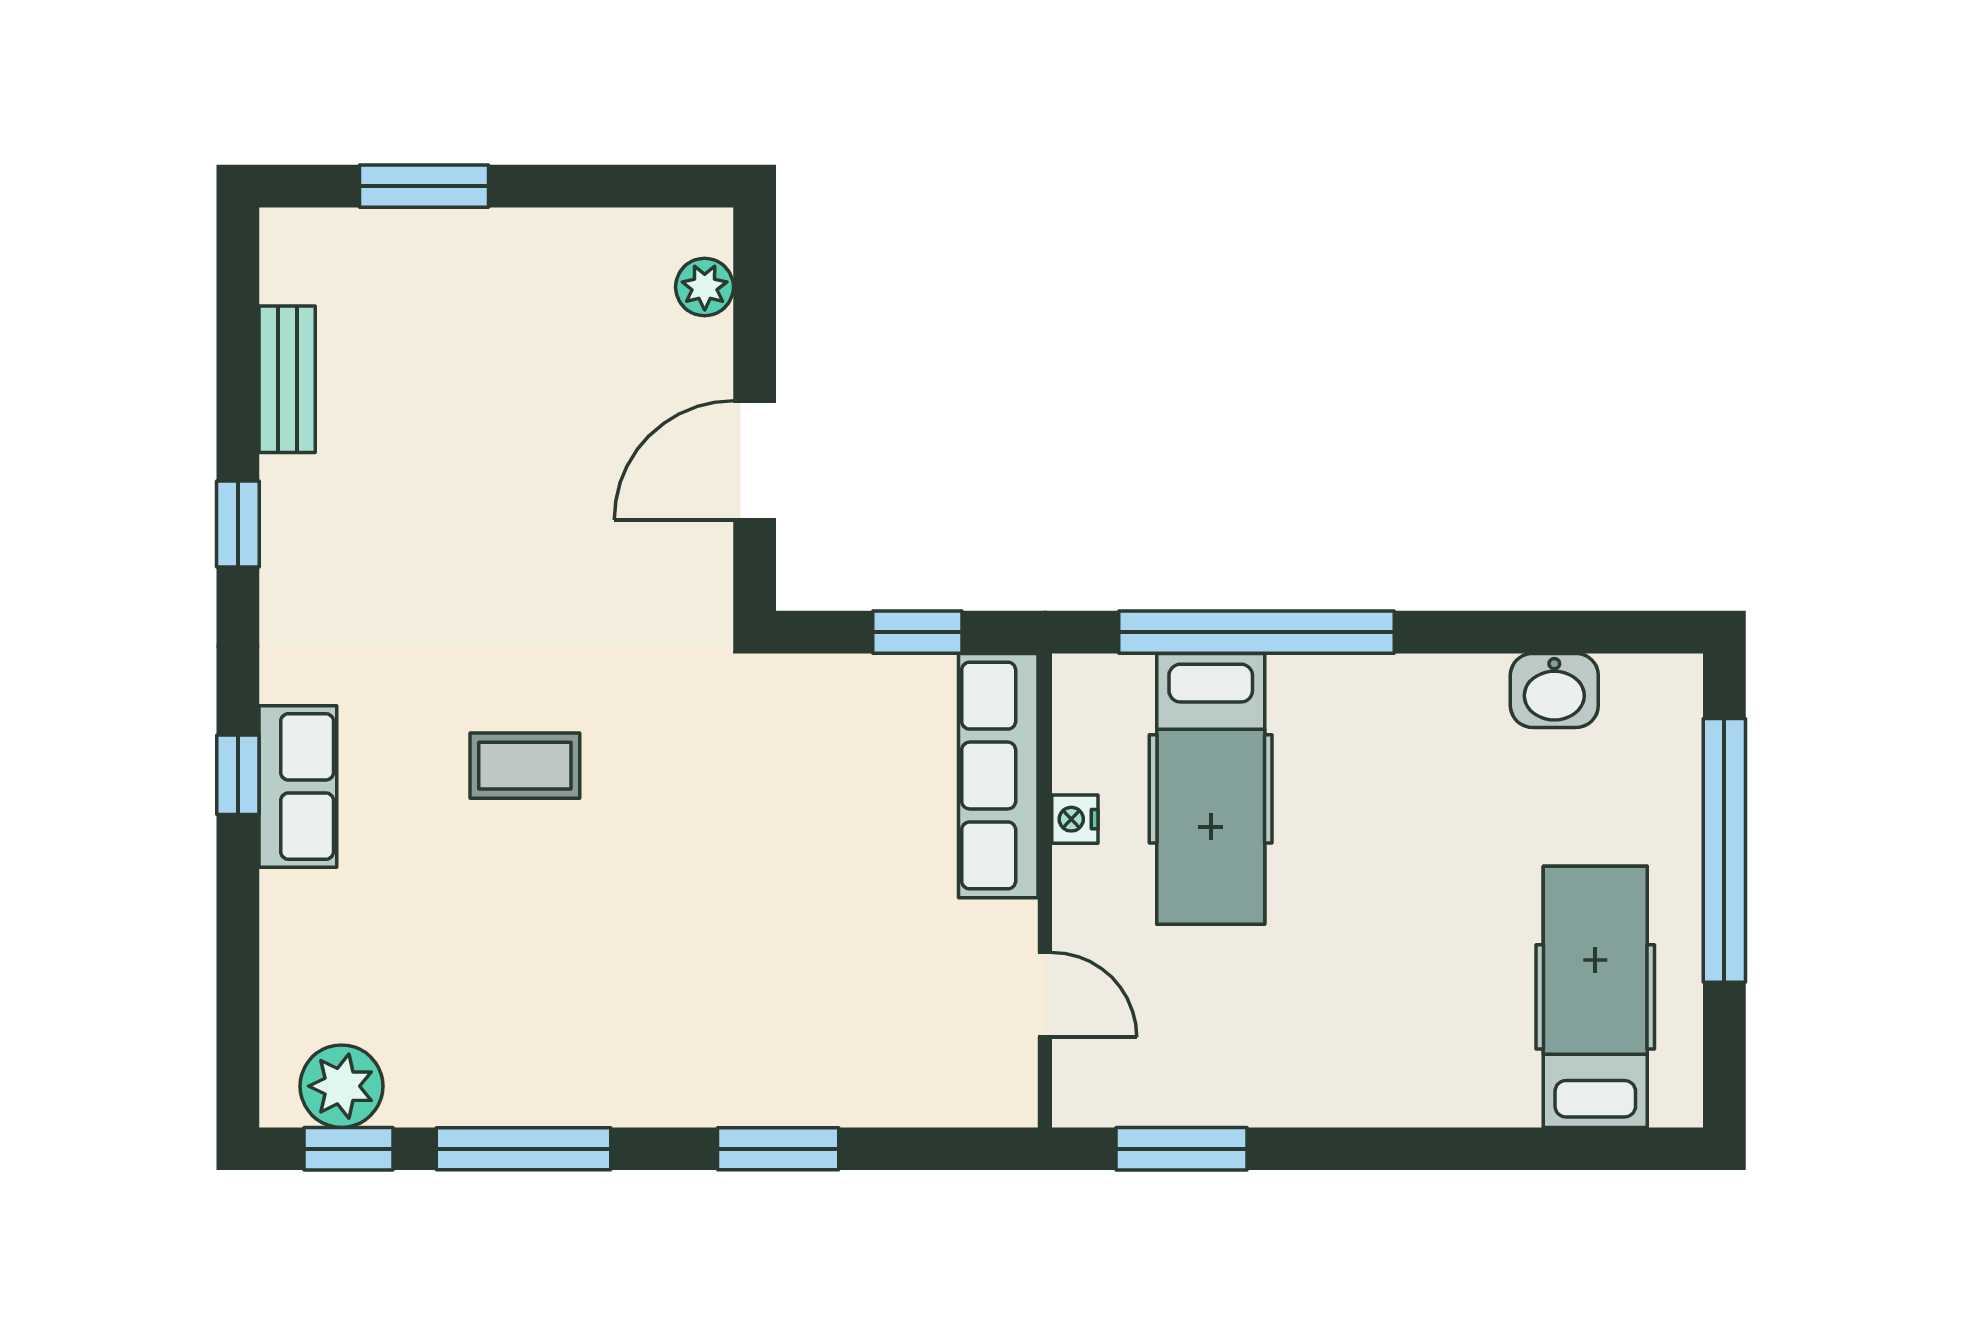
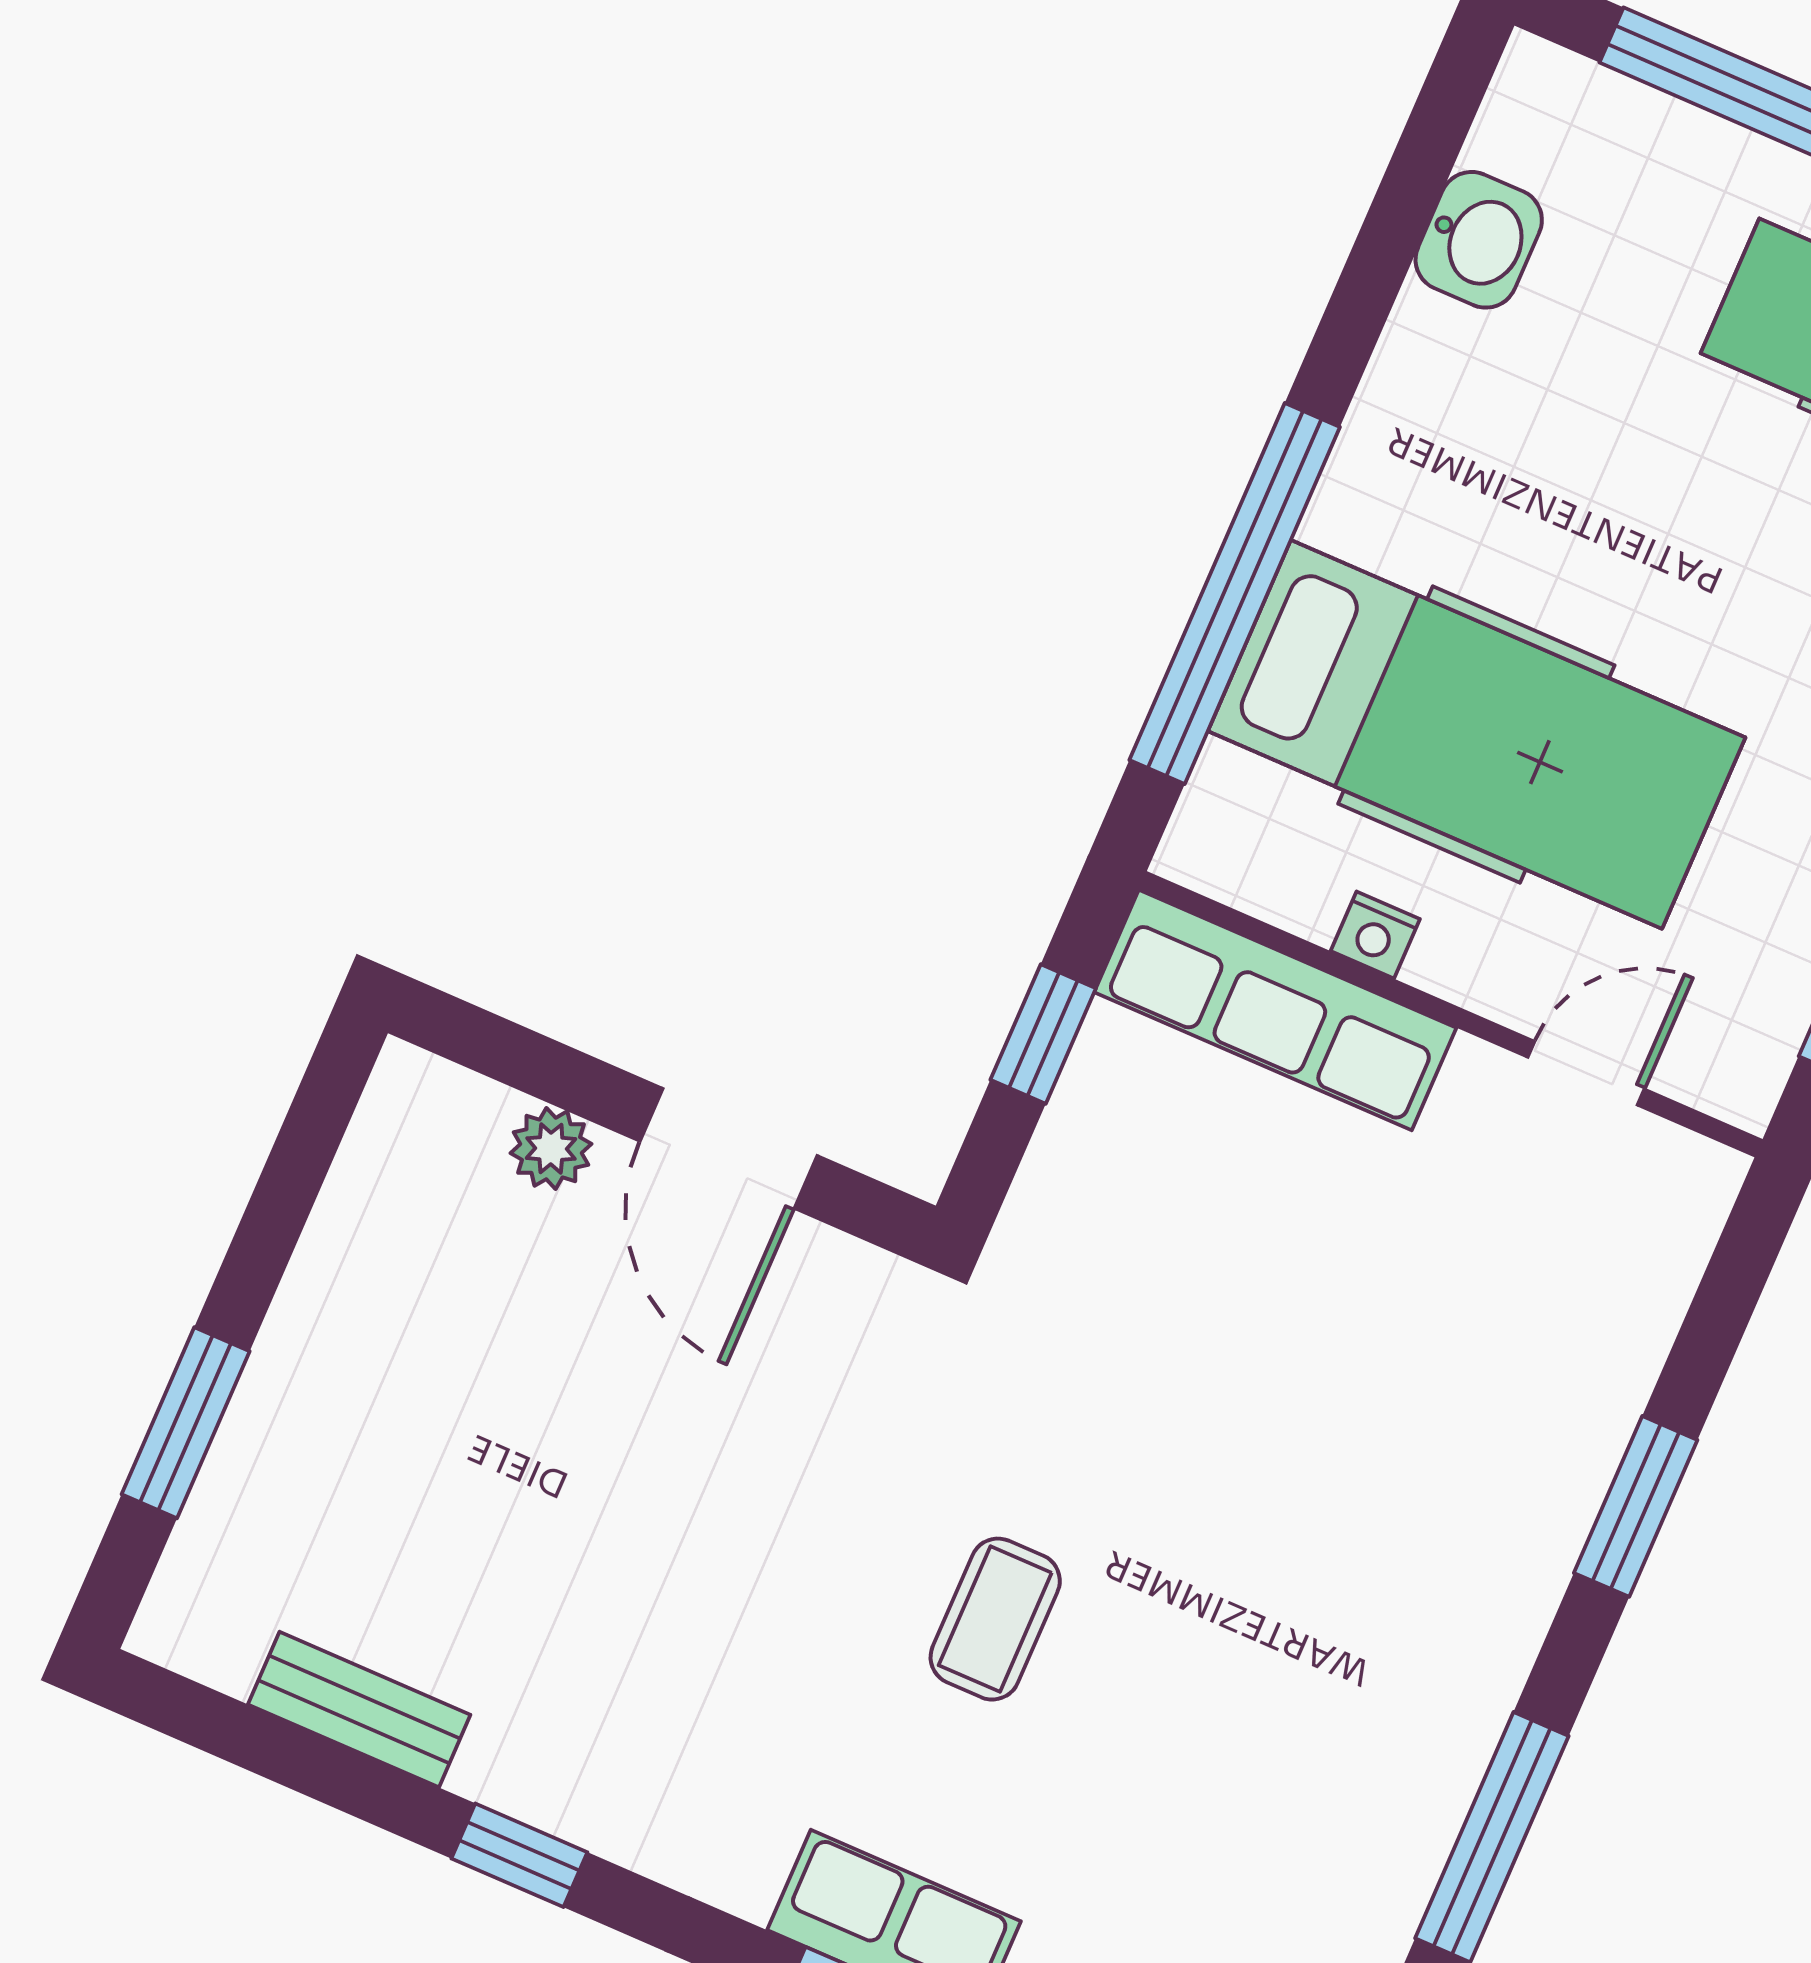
plant: (705, 287) -> (551, 1148), moved
hospital bed: (1211, 789) -> (1476, 734), width x1.37, depth x1.29

